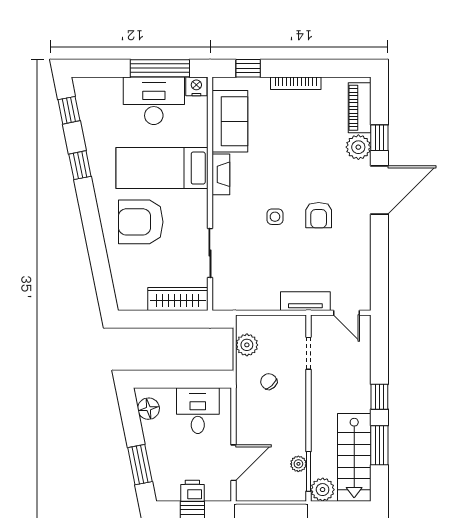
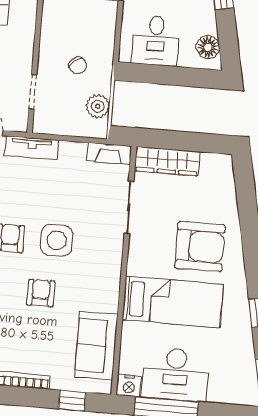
armchair: (286, 166) -> (41, 293), added
fireplace: (221, 174) -> (109, 153), moved, turned -90
side table: (275, 217) -> (57, 240), width x1.87, depth x1.87

